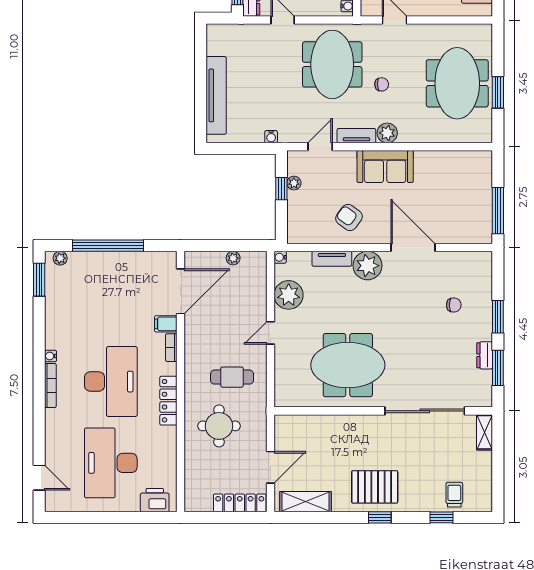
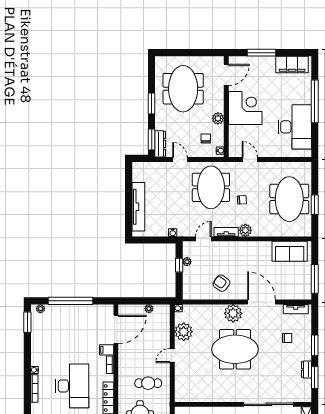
sofa: (385, 167) -> (290, 251), moved
tv unit: (332, 259) -> (296, 309), moved
meeting table: (348, 365) -> (235, 349), moved

